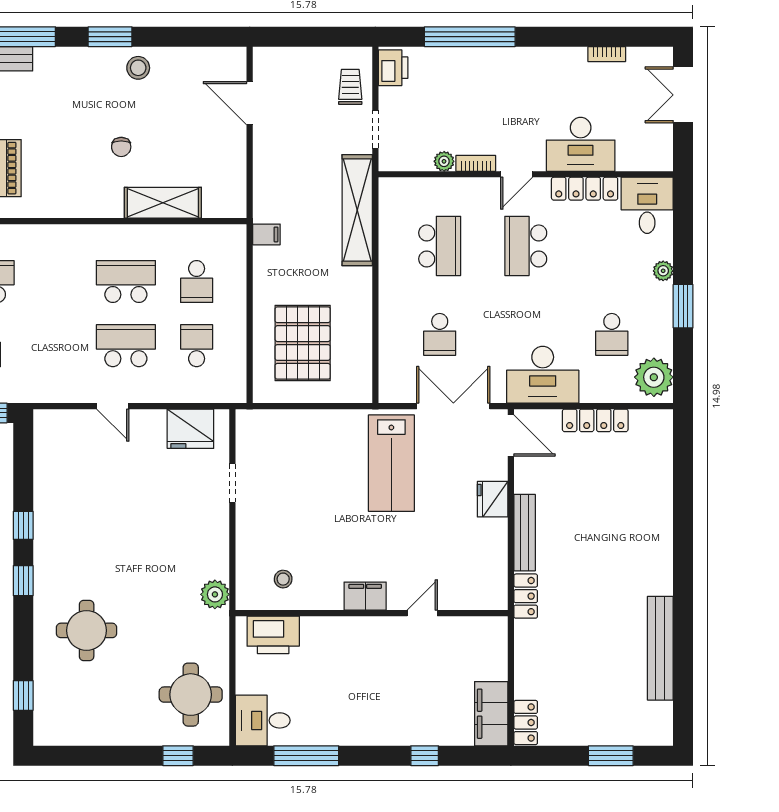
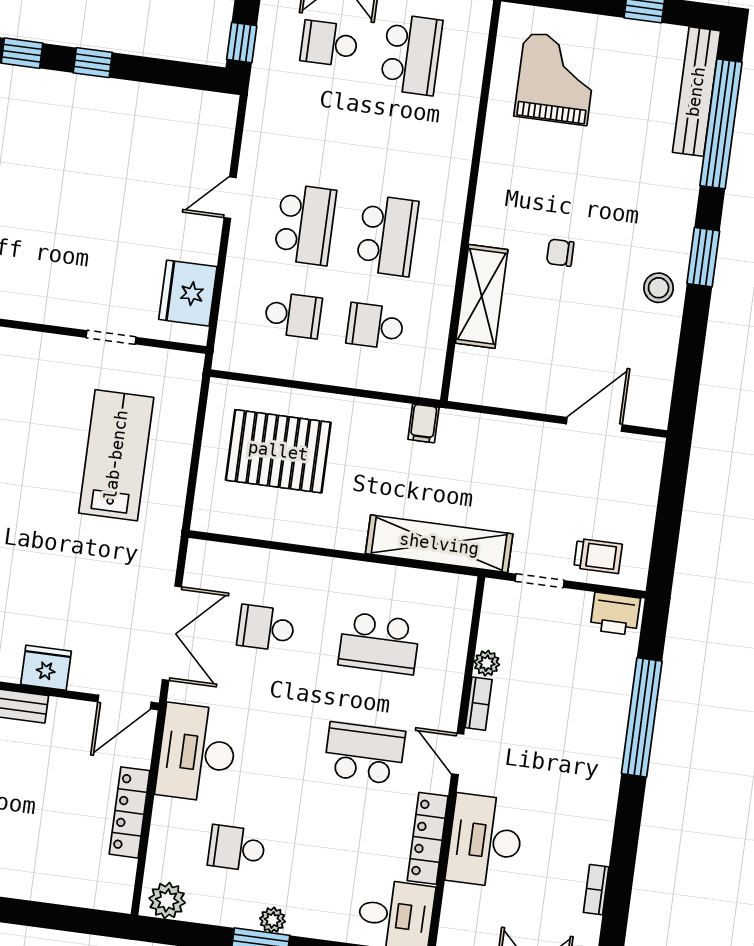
plant: (663, 271) -> (272, 920), moved
plant: (654, 377) -> (167, 900), width x0.73, depth x0.73
lab bench: (391, 463) -> (116, 455), moved, turned 90

